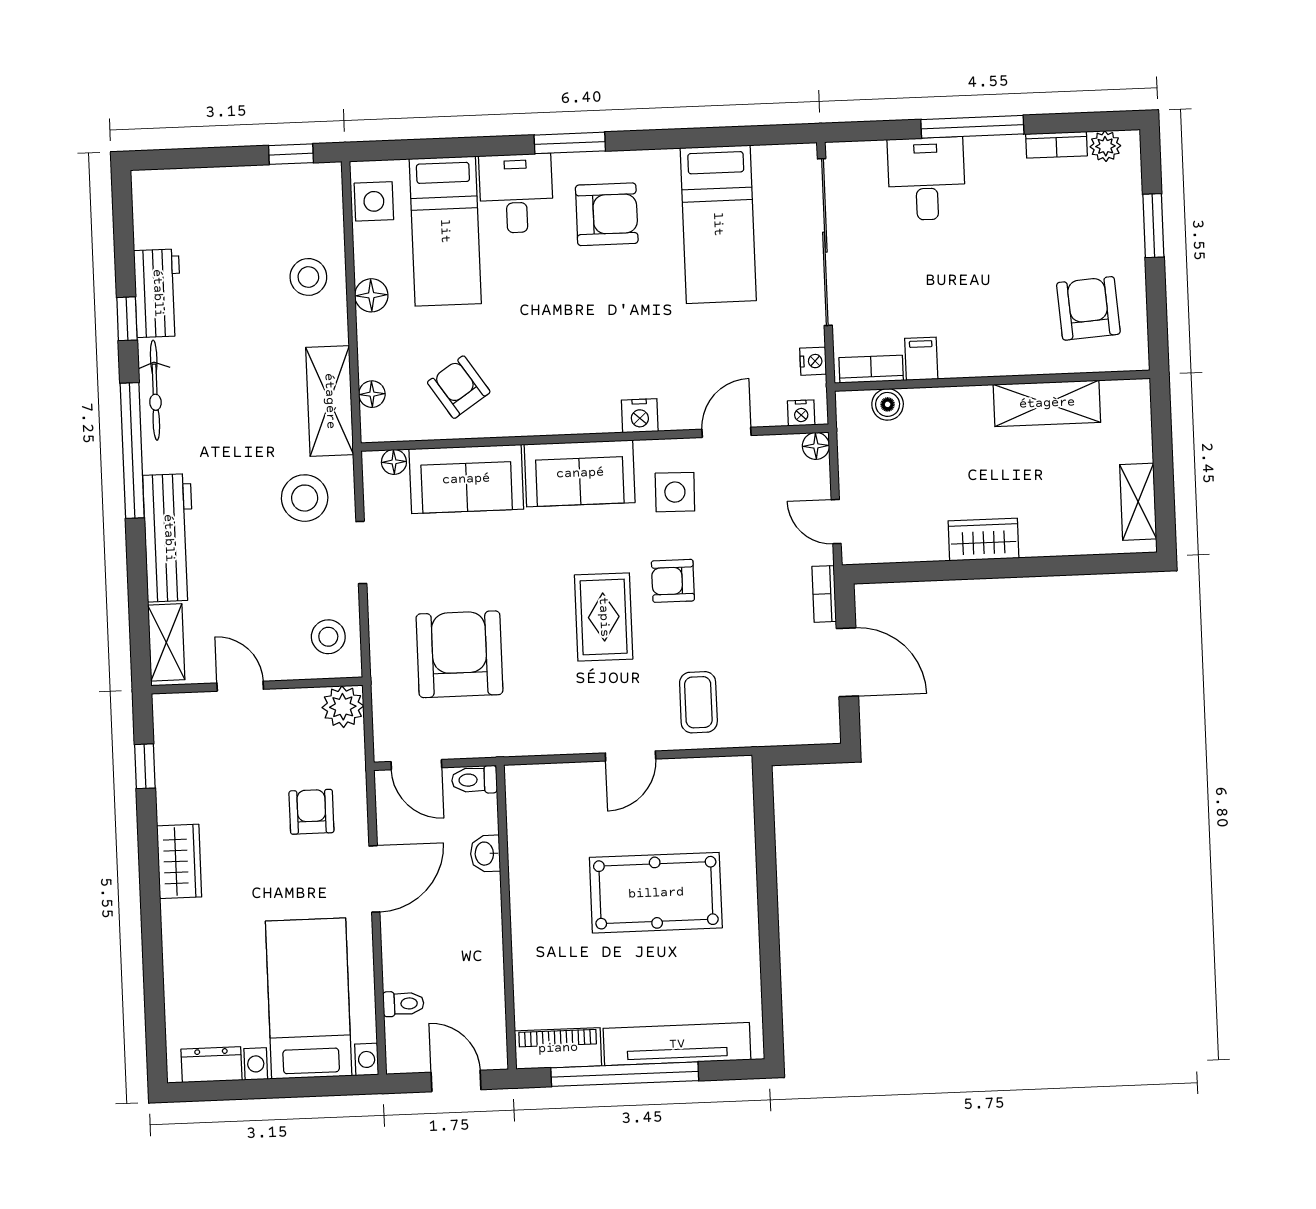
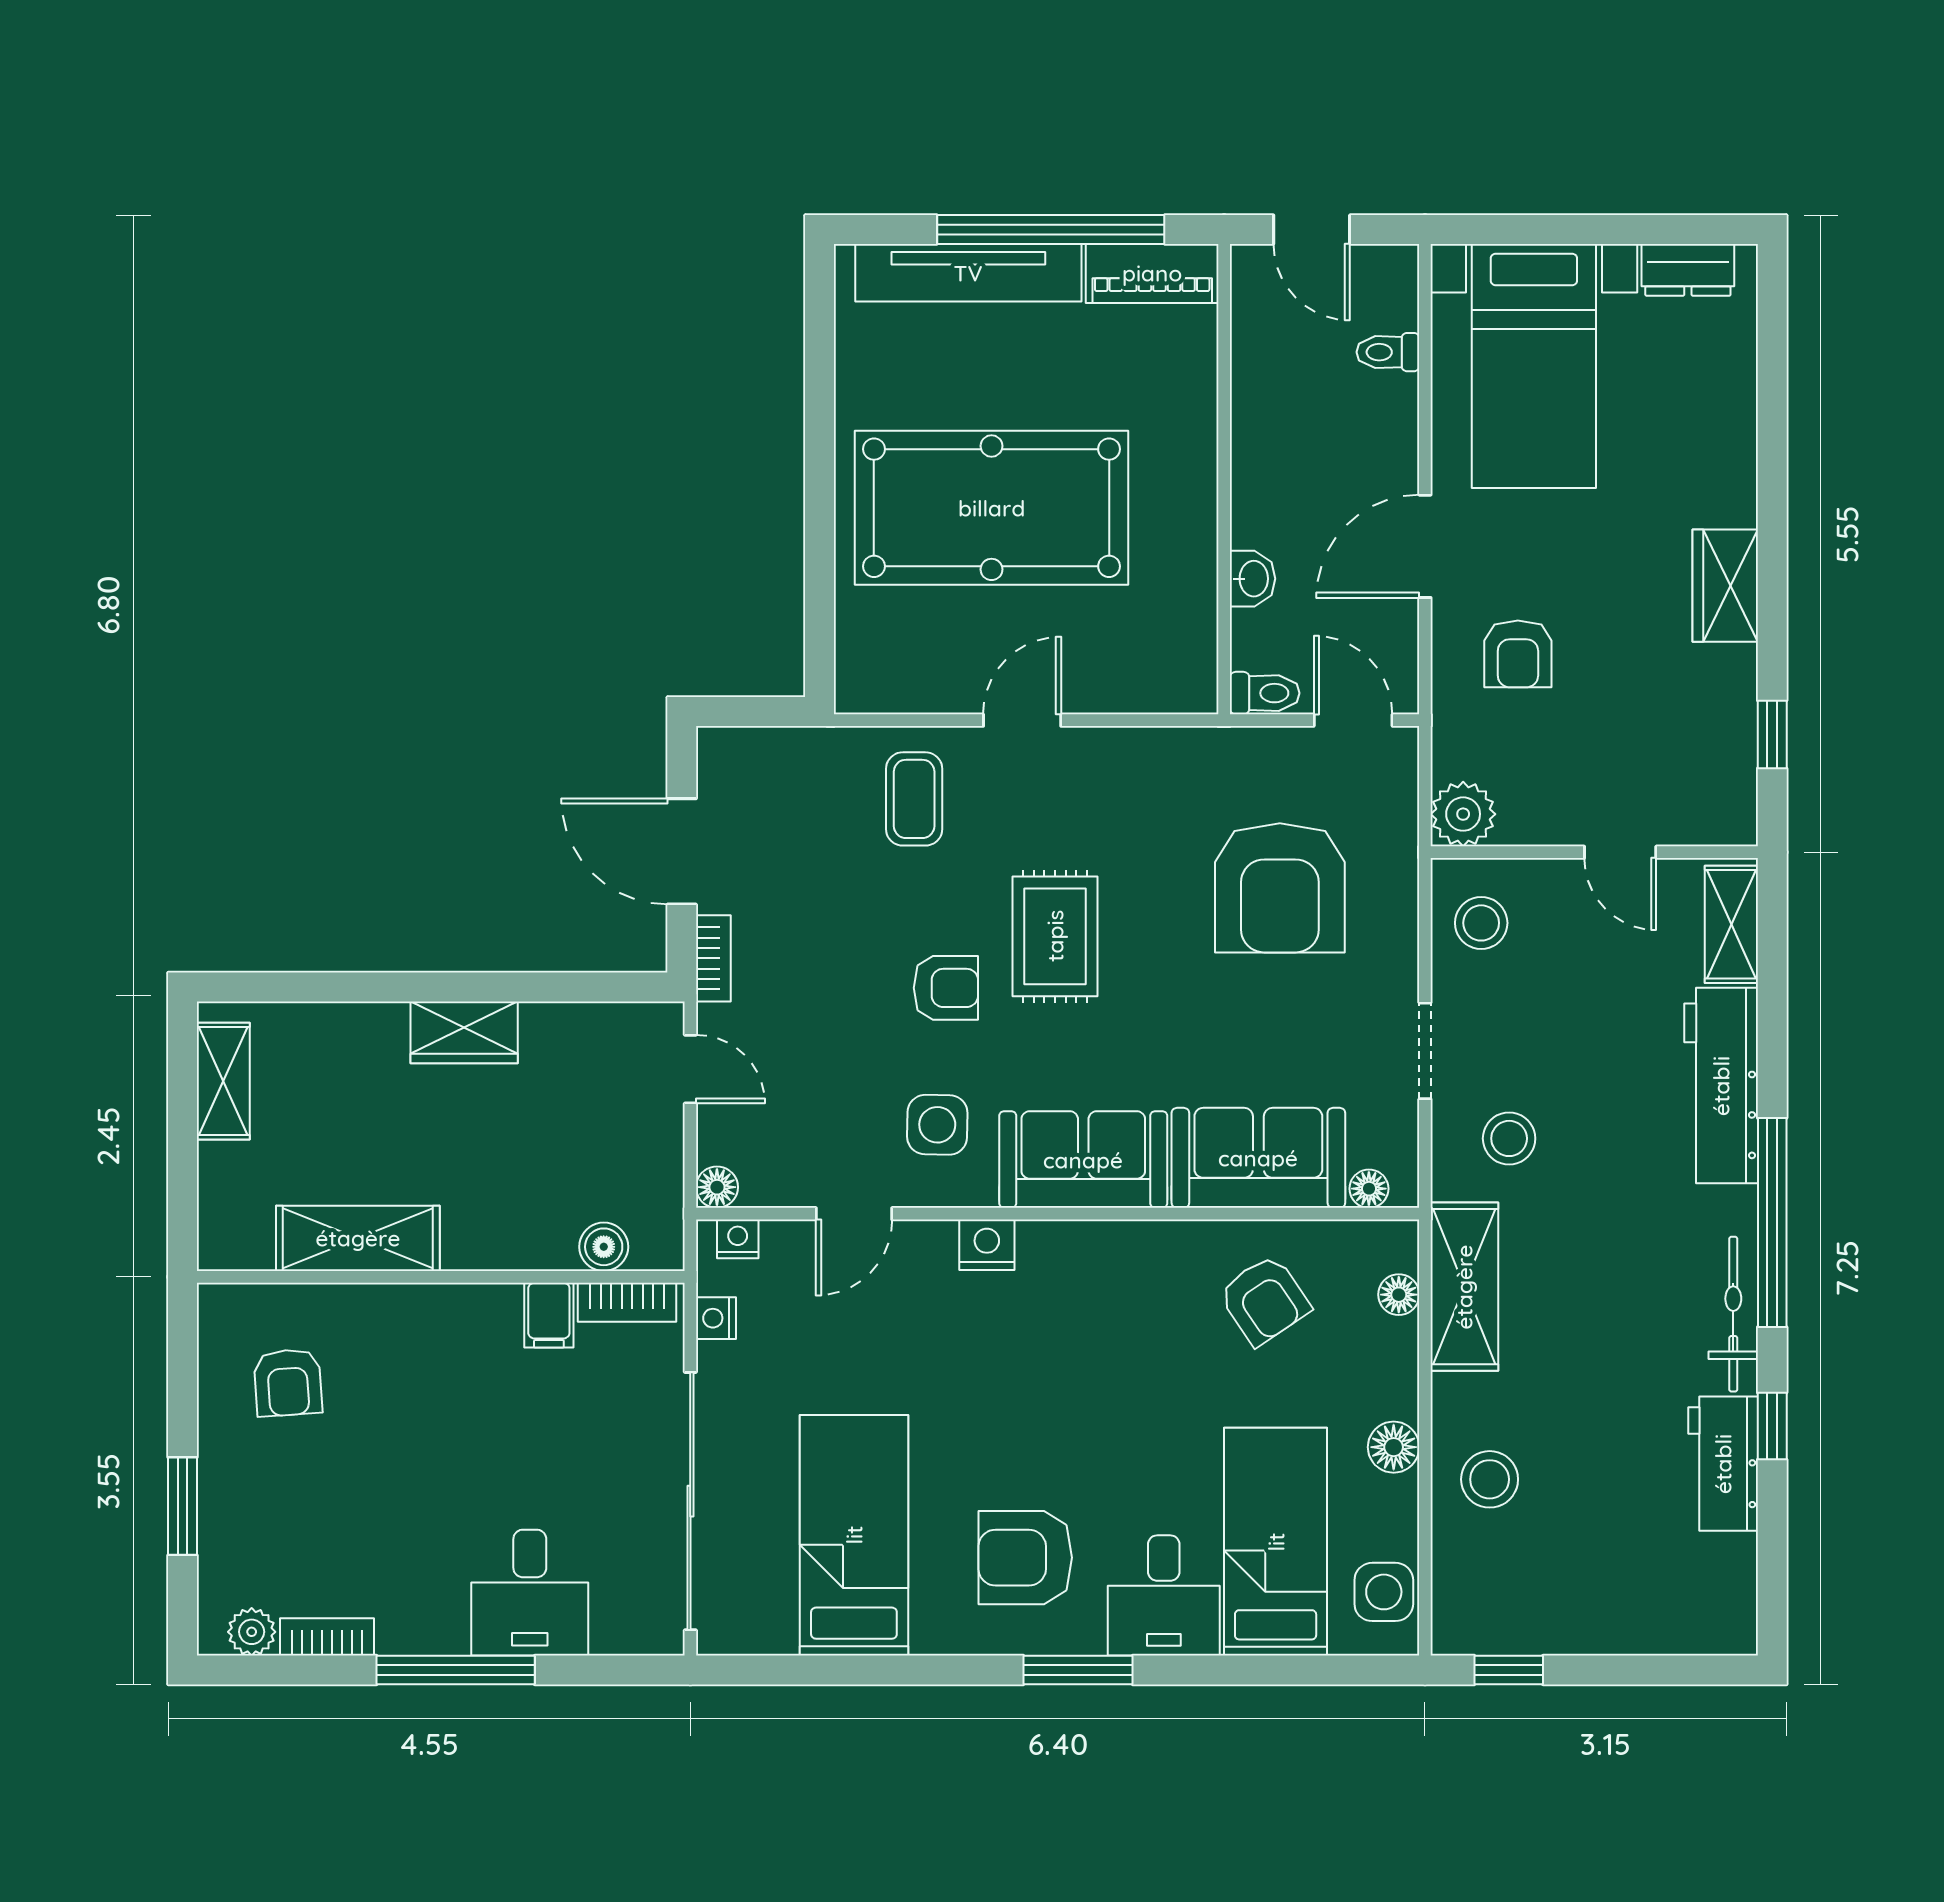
armchair: (1088, 308) -> (288, 1383), width x0.72, depth x0.72
stool: (305, 498) -> (1509, 1138), width x0.73, depth x0.73
pool table: (656, 893) -> (992, 508), width x1.36, depth x1.32

